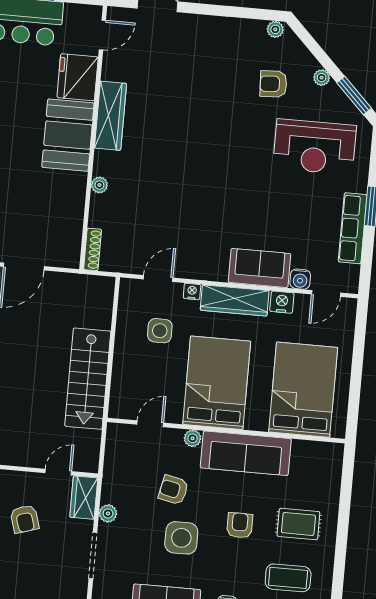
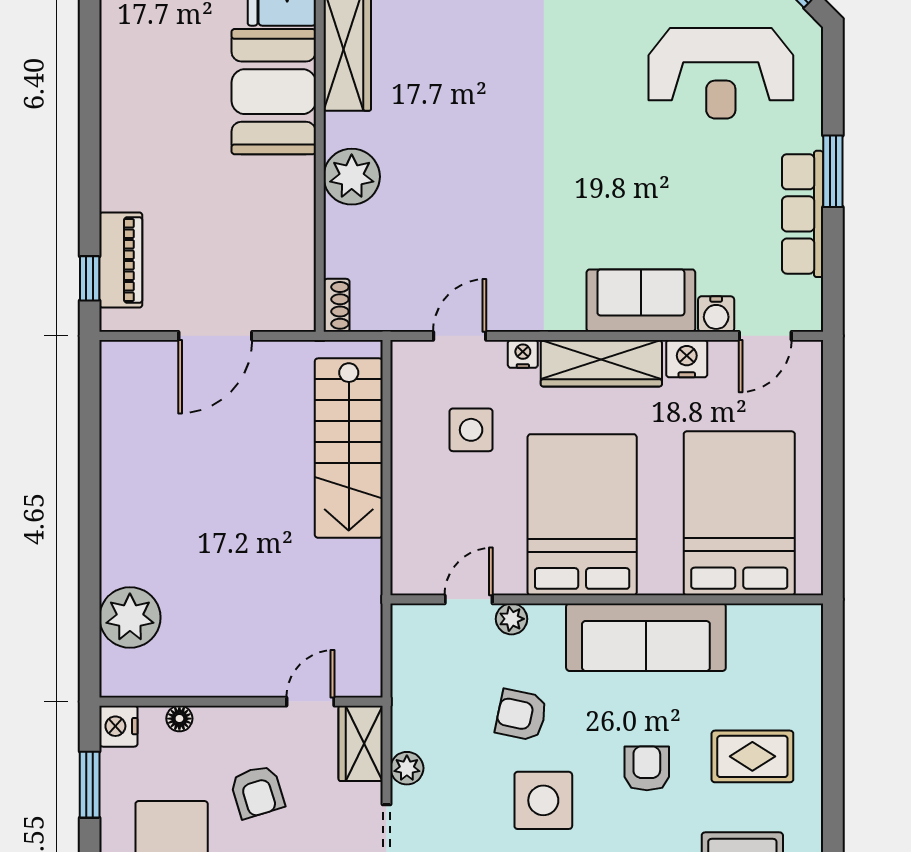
plant: (99, 185) -> (352, 177), width x1.87, depth x1.87
shoe rack: (93, 249) -> (337, 305), width x0.70
stairs: (88, 379) -> (349, 448), moved
plant: (193, 438) -> (512, 619), moved

